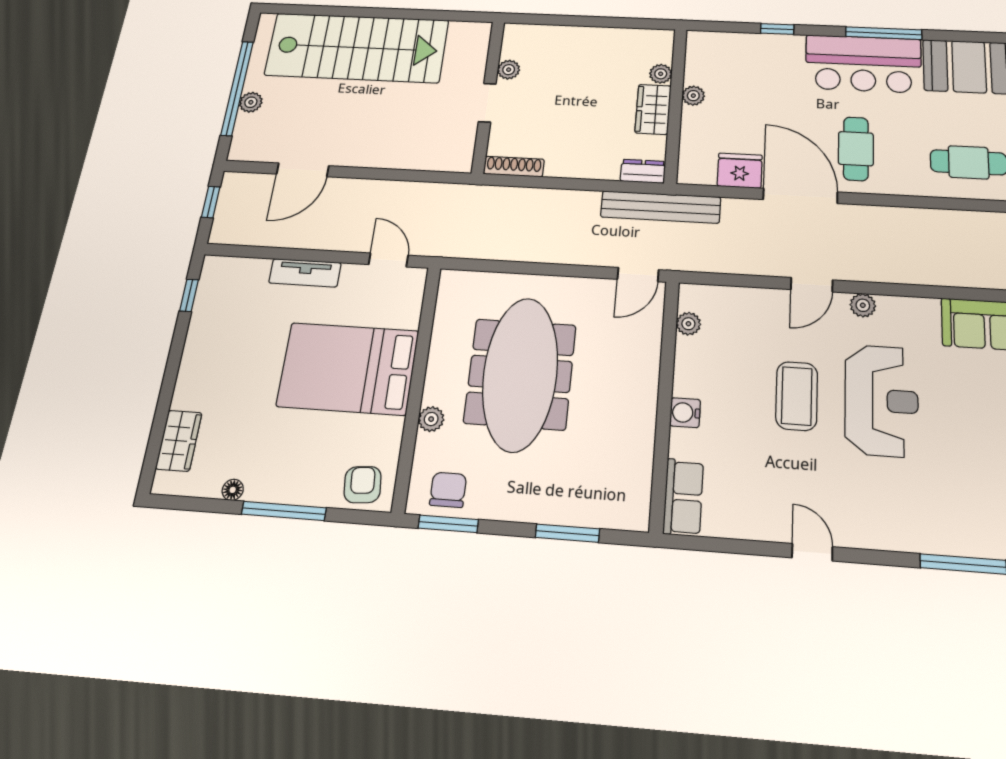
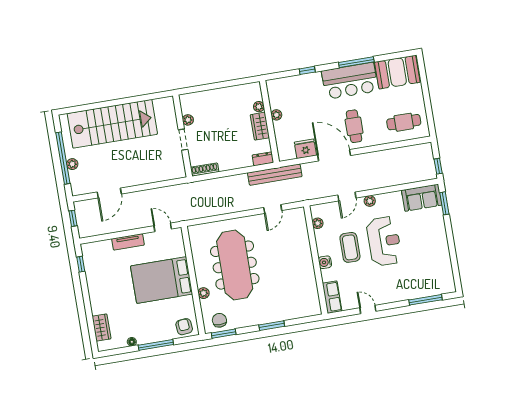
plant: (688, 324) -> (318, 223), moved
wall: (665, 403) -> (316, 260), moved
water cooler: (685, 413) -> (325, 262), moved
row of seats: (683, 497) -> (332, 297), moved

